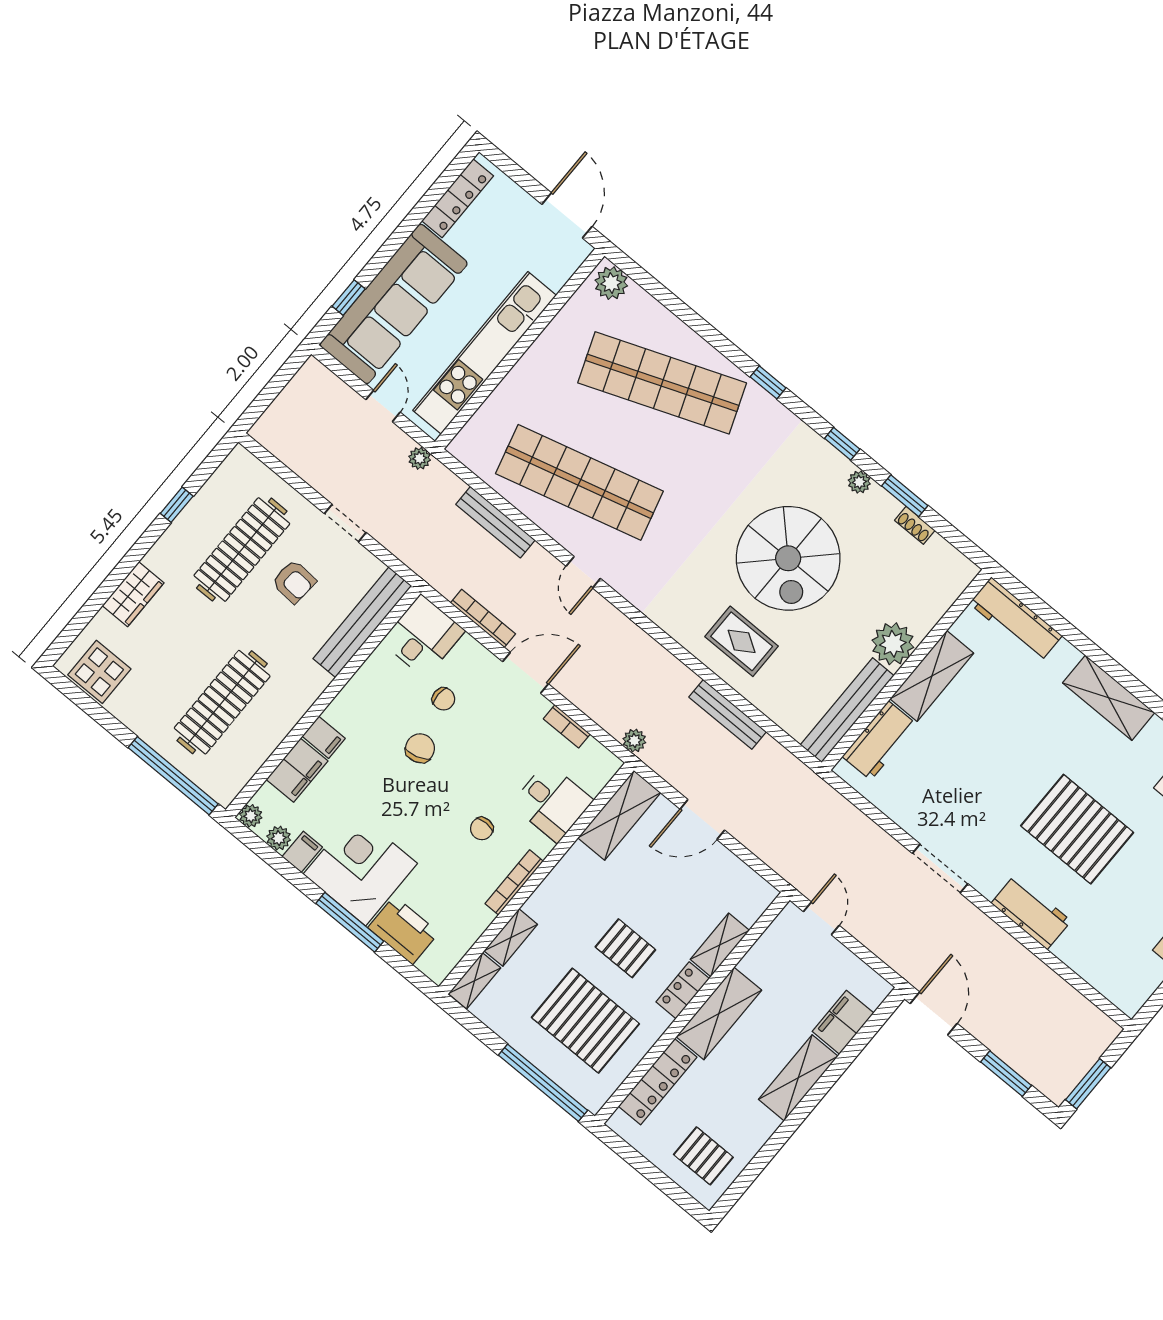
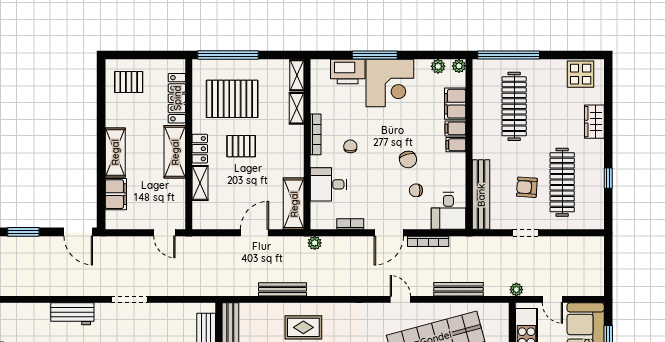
filing cabinet: (302, 852) -> (456, 145), moved, turned 90

